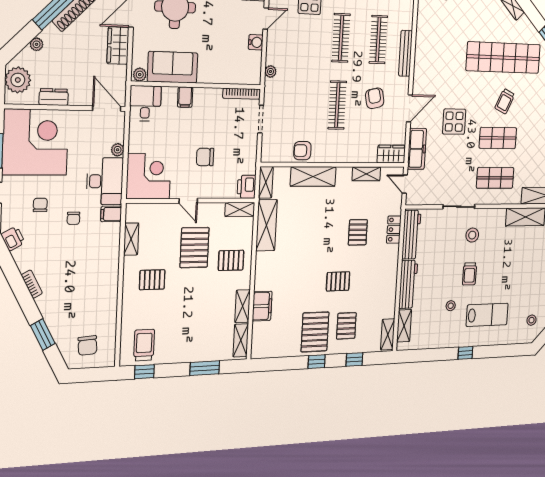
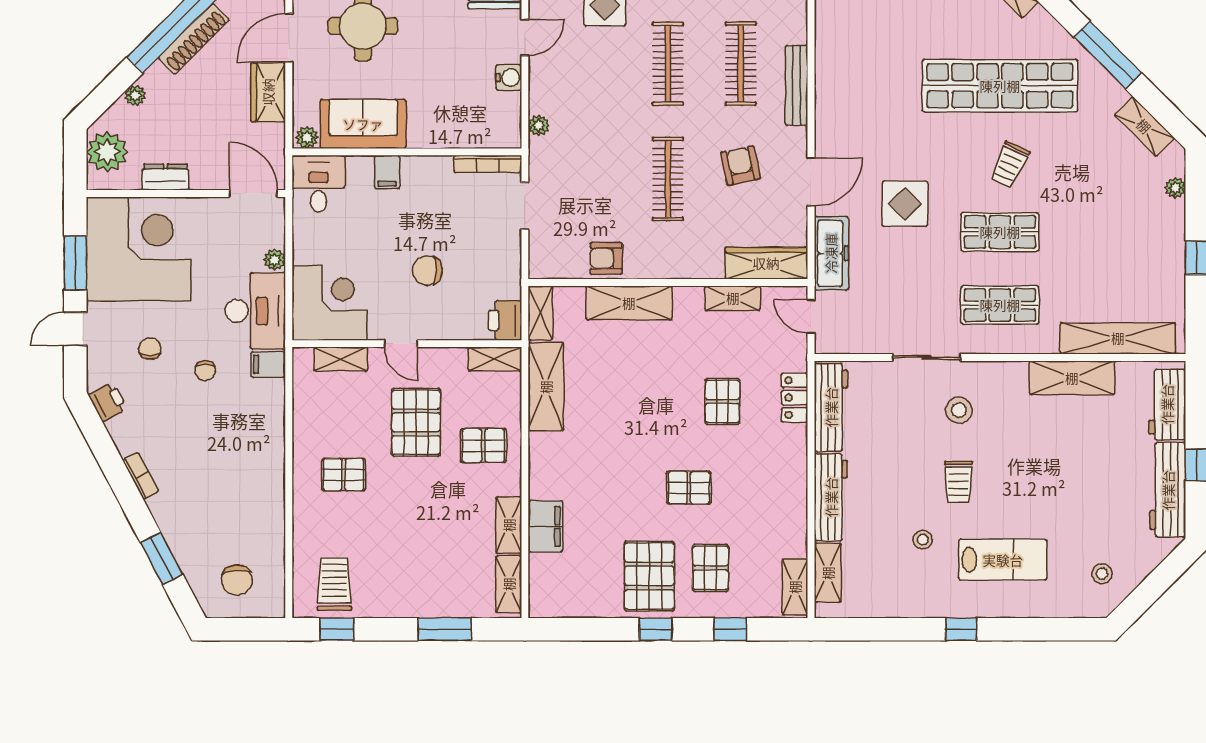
wardrobe: (391, 154) -> (766, 263), width x1.50
shelving: (131, 239) -> (341, 359), moved, turned 90

